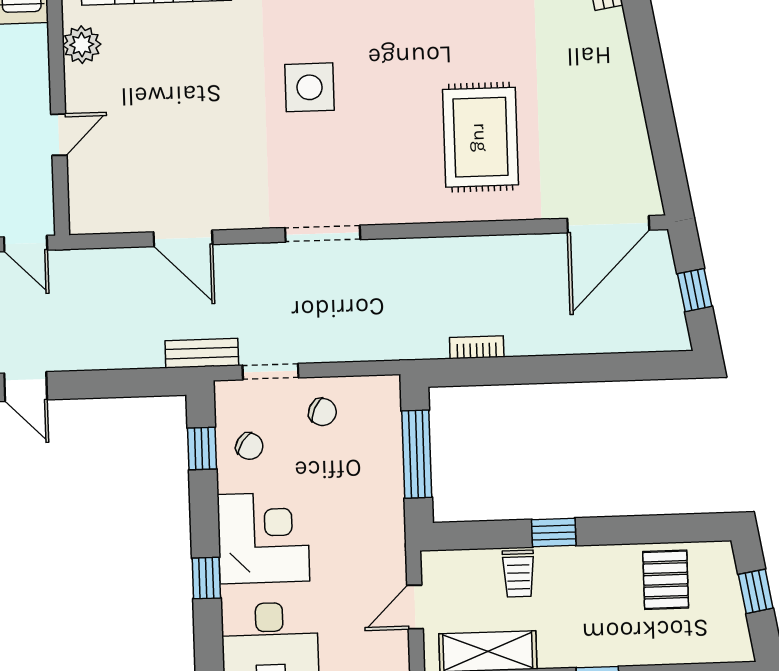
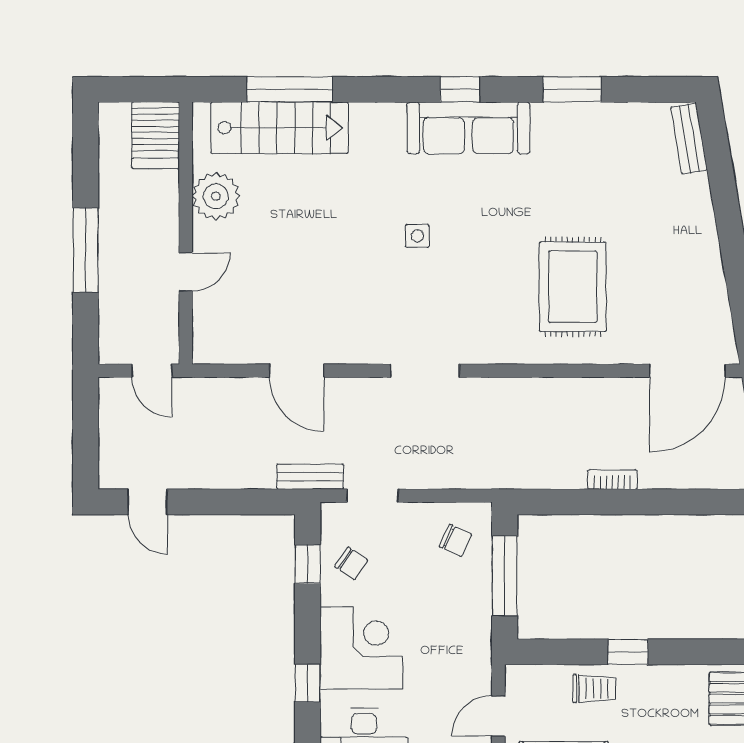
plant: (82, 45) -> (216, 196), width x1.36, depth x1.36
side table: (309, 87) -> (417, 236), width x0.54, depth x0.54
bookcase: (477, 347) -> (612, 480), moved
chair: (322, 412) -> (456, 541), moved
trolley: (518, 574) -> (594, 689), turned -90

